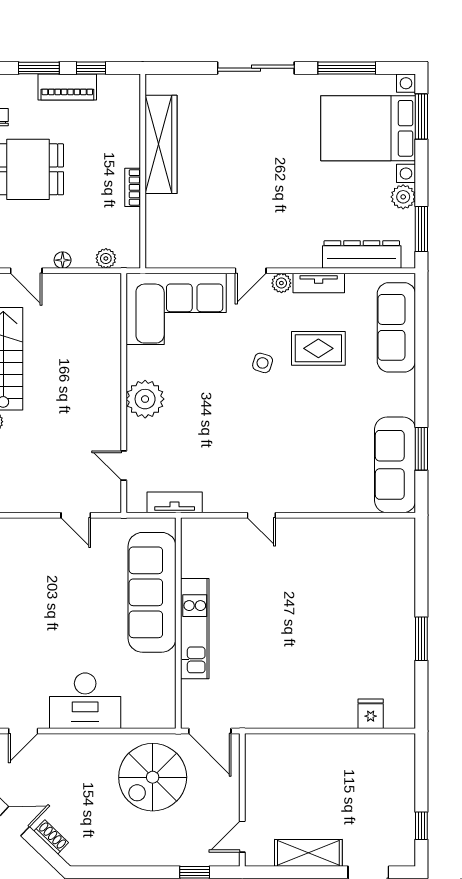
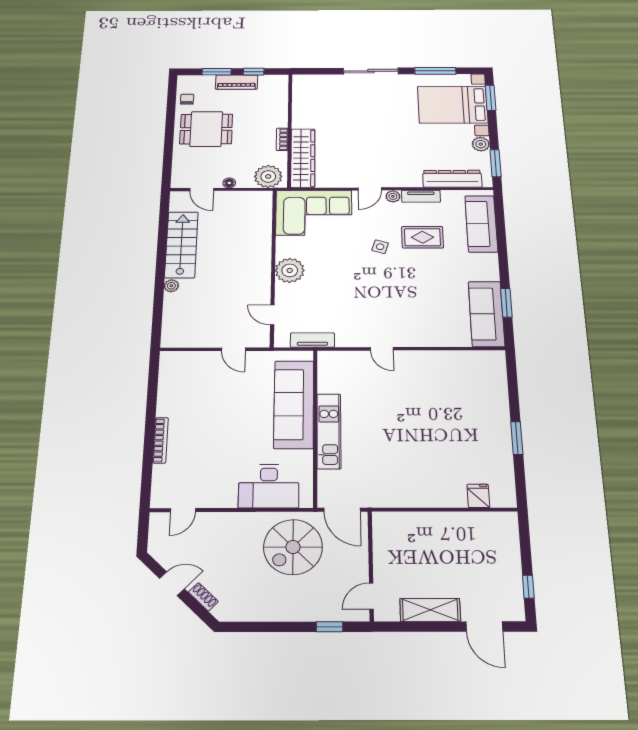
wardrobe: (161, 144) -> (303, 158), moved
plant: (106, 258) -> (268, 176), width x1.87, depth x1.87
desk: (85, 701) -> (269, 486), moved

